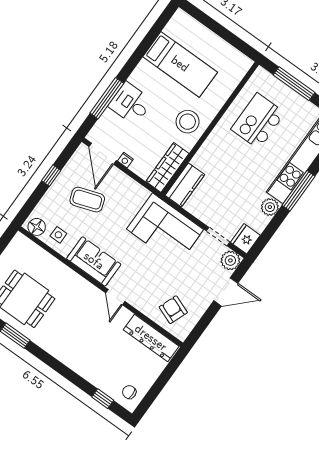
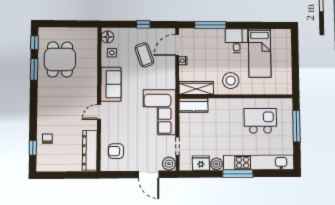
desk: (130, 103) -> (237, 41), moved
fridge: (245, 239) -> (201, 163), moved
armchair: (173, 310) -> (116, 151), turned -111
chair: (129, 392) -> (47, 139), moved

